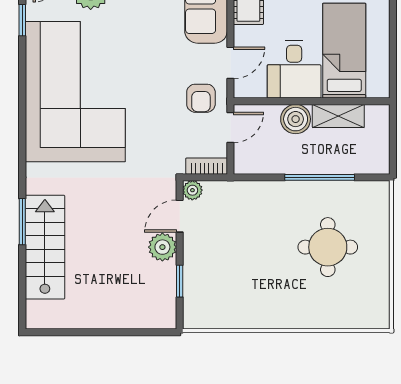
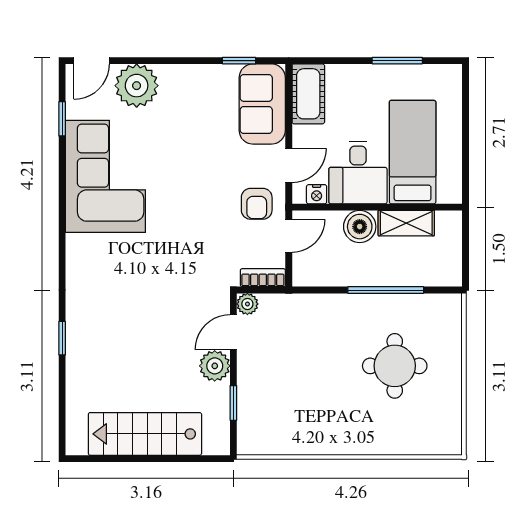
nightstand: (256, 89) -> (317, 194), added
corner sofa: (75, 92) -> (105, 176), width x0.73, depth x0.74
window: (22, 222) -> (62, 338), width x0.67
stairs: (45, 247) -> (145, 434), moved, turned -90

